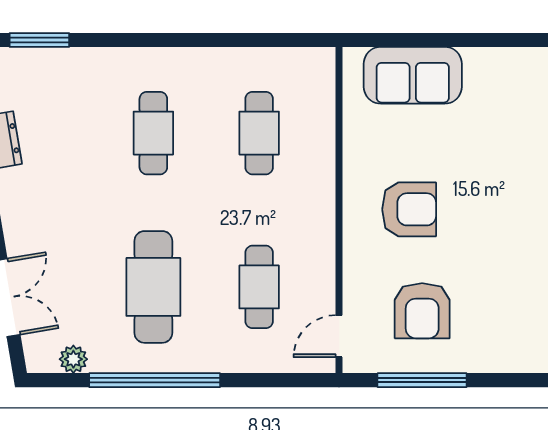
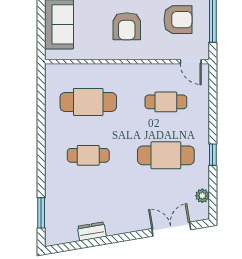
cafe table: (259, 133) -> (88, 102), width x1.37, depth x1.35
armchair: (409, 209) -> (127, 26), turned 180
window: (155, 380) -> (213, 155), width x0.32

